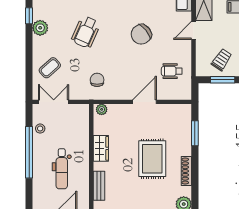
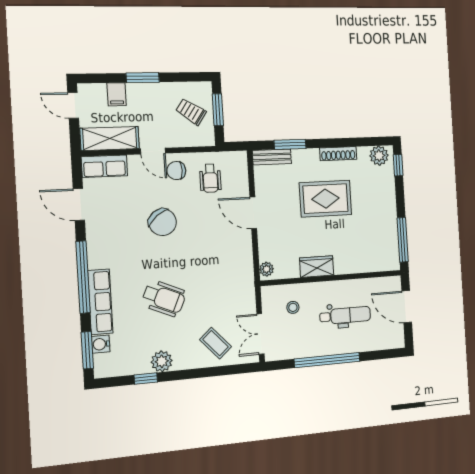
chair: (97, 80) -> (176, 171), moved
stool: (40, 129) -> (293, 307), moved
bench: (99, 186) -> (272, 157), moved

